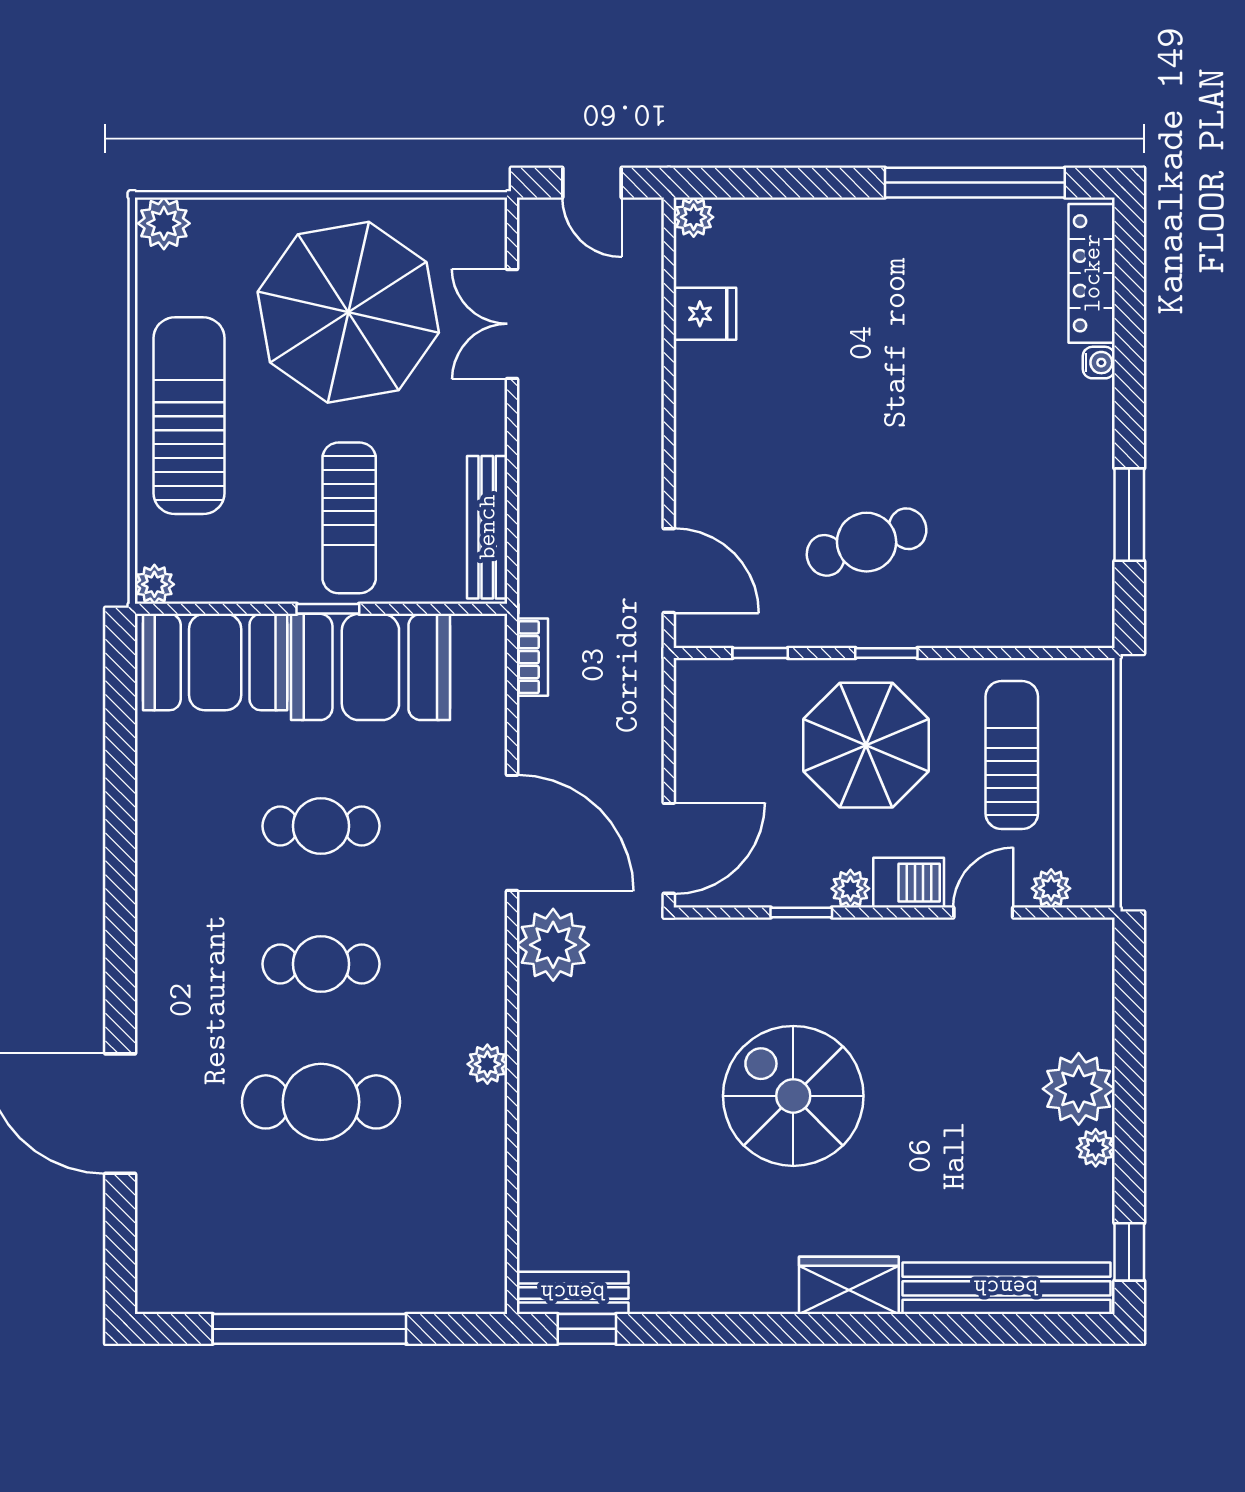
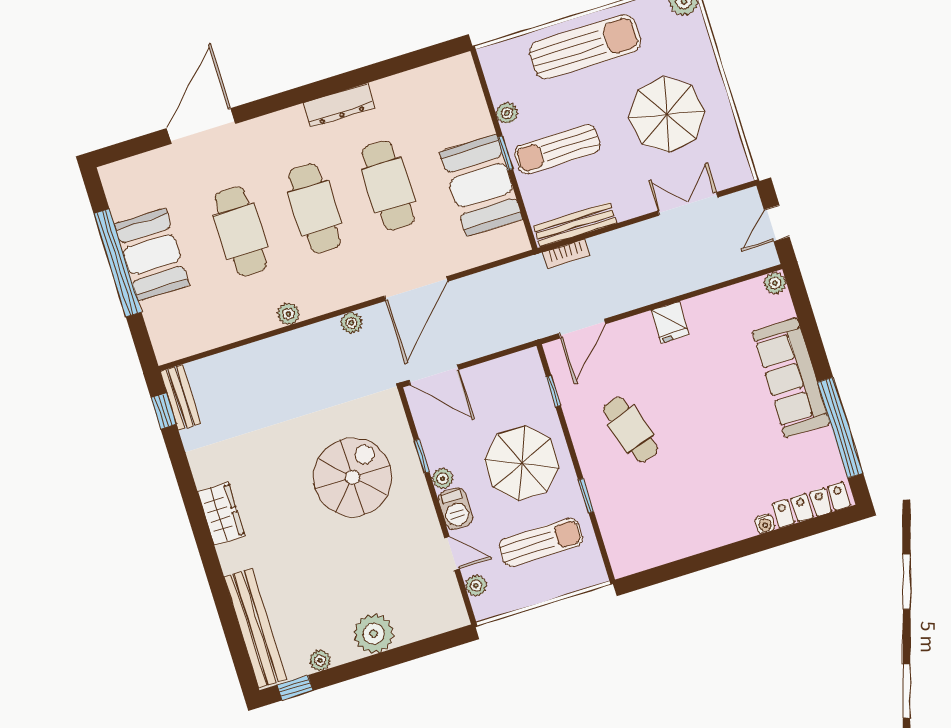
sofa: (864, 240) -> (791, 378), added
parasol: (348, 312) -> (667, 115), width x0.73, depth x0.73
fridge: (705, 314) -> (670, 322), moved
window: (1129, 515) -> (689, 565), removed
plant: (154, 584) -> (507, 113), moved
window: (886, 653) -> (586, 496), moved
bookcase: (532, 657) -> (566, 254), moved
booth: (215, 662) -> (152, 255), moved
cafe table: (321, 826) -> (388, 185), width x1.37, depth x1.35
dresser: (158, 867) -> (339, 105), added
plant: (553, 945) -> (351, 323), width x0.53, depth x0.53
cafe table: (321, 964) -> (314, 208), width x1.37, depth x1.35
spiral stairs: (793, 1096) -> (353, 477), moved
plant: (1096, 1148) -> (320, 660), moved
wardrobe: (849, 1285) -> (221, 514), moved

